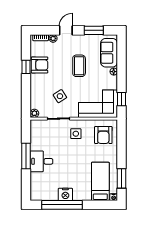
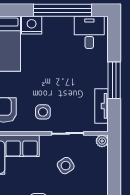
tv unit: (35, 138) -> (102, 106), added
desk: (41, 161) -> (89, 32), moved, turned -90
nightstand: (65, 194) -> (32, 25), moved

